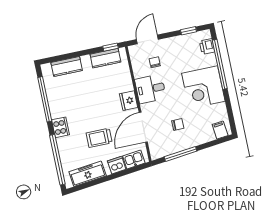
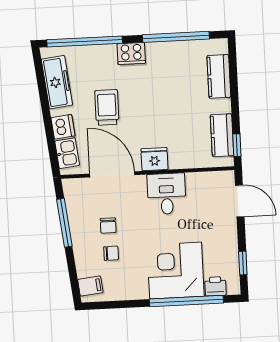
chair: (155, 62) -> (111, 253), moved
corner desk: (203, 87) -> (176, 271), moved

